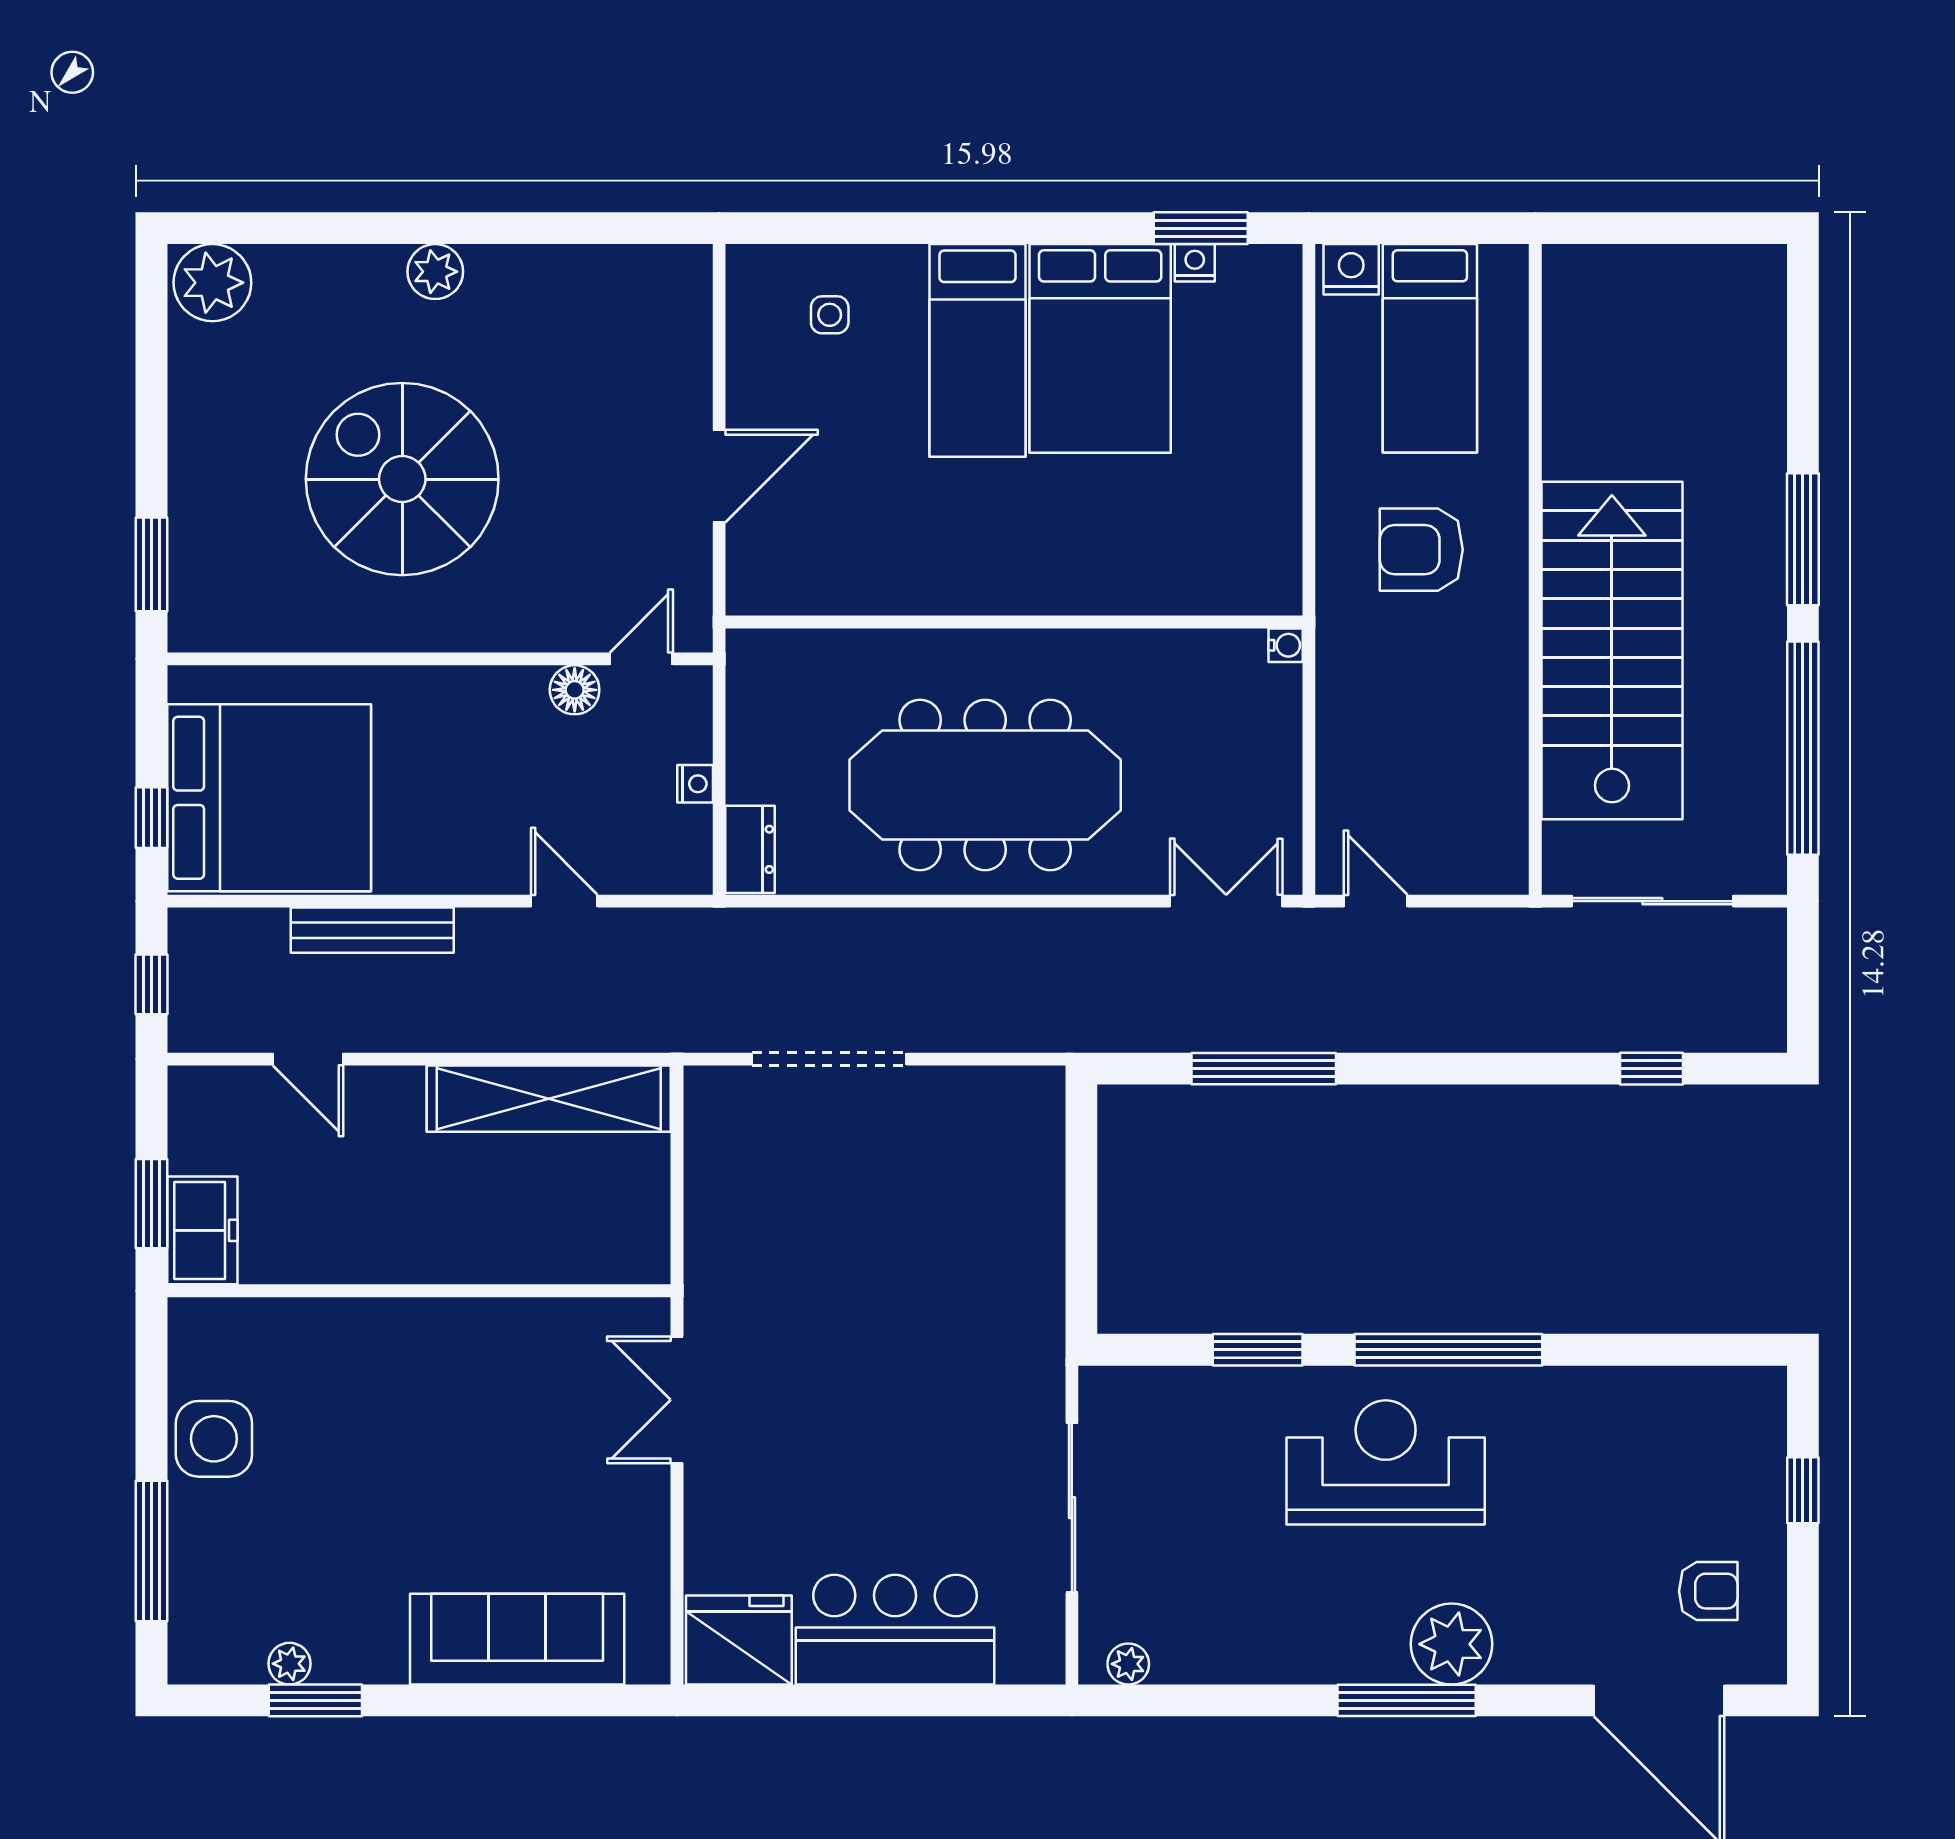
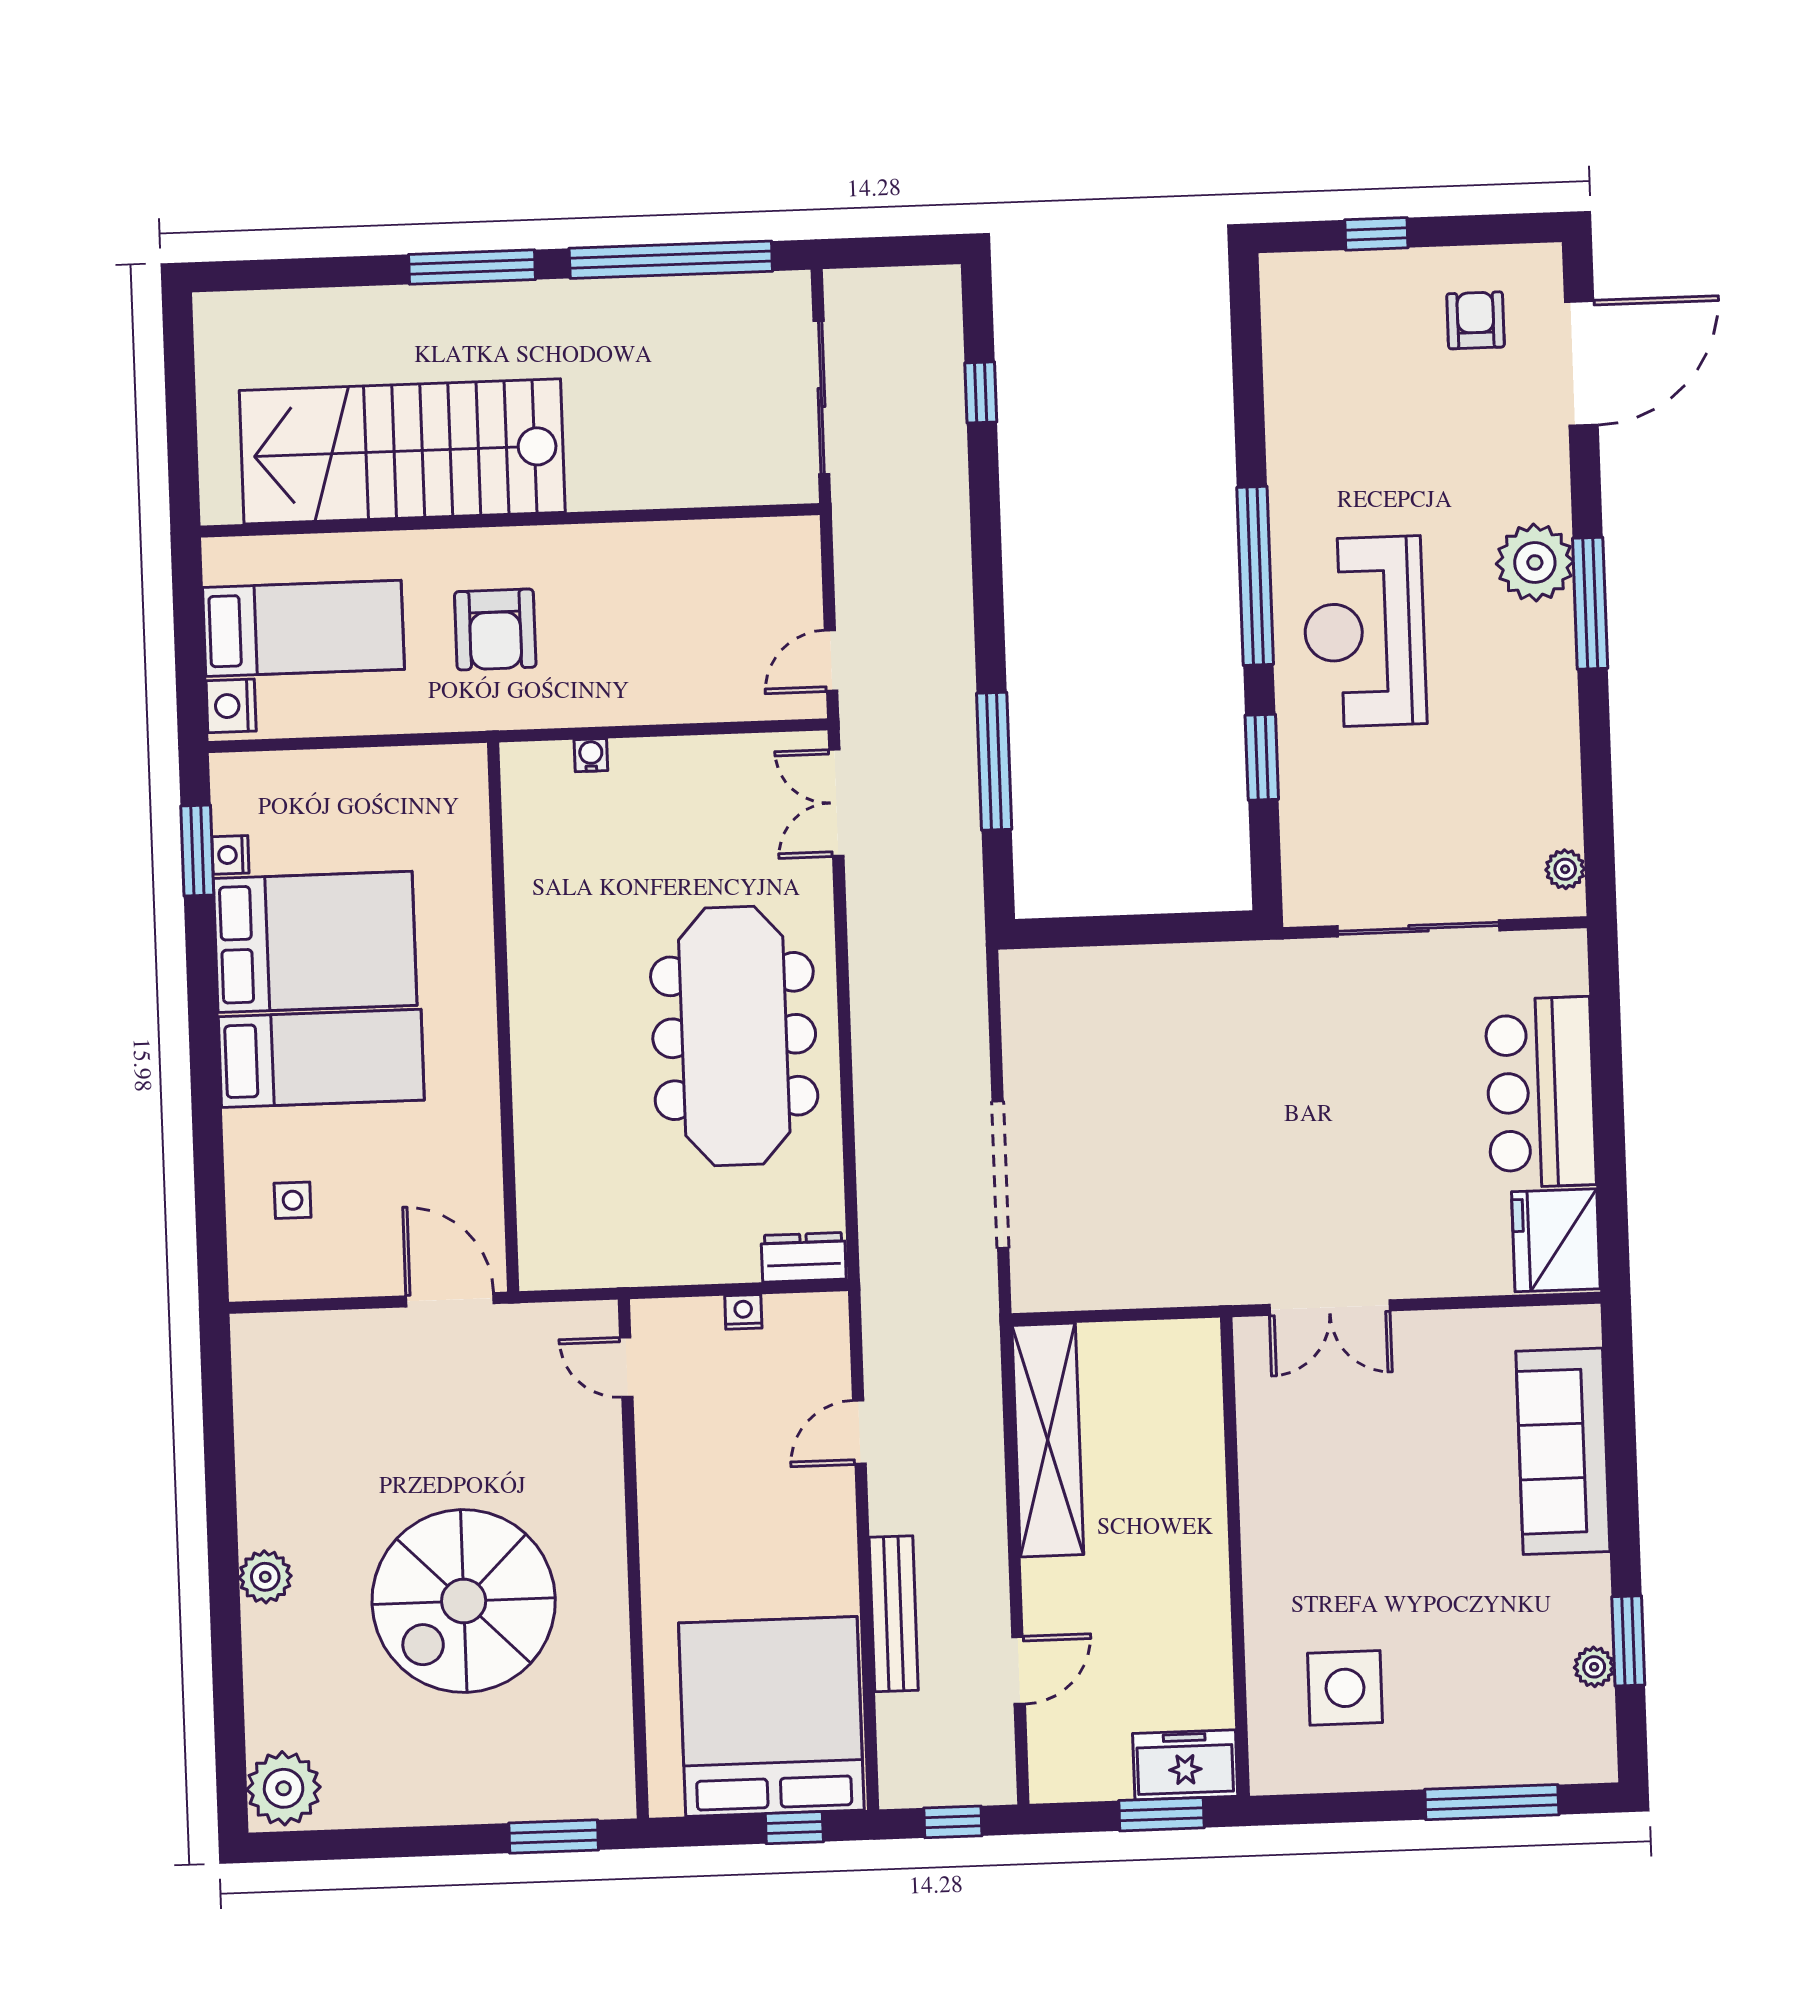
wall: (1014, 622) -> (503, 1017), moved
stairs: (1612, 651) -> (402, 451), moved
floor lamp: (575, 690) -> (658, 1430), removed
side table: (214, 1439) -> (1345, 1688), moved

